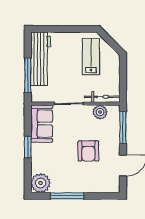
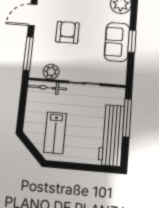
sofa: (42, 124) -> (117, 42), moved

